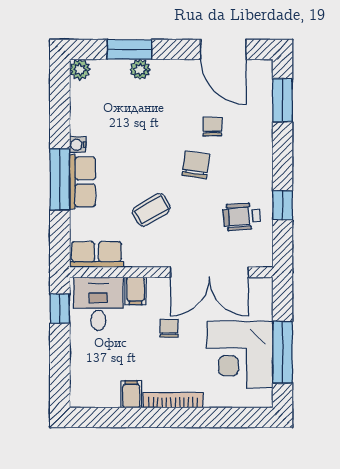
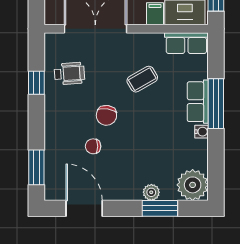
plant: (80, 69) -> (193, 185), width x1.88, depth x1.88
chair: (212, 126) -> (93, 146), turned 90

